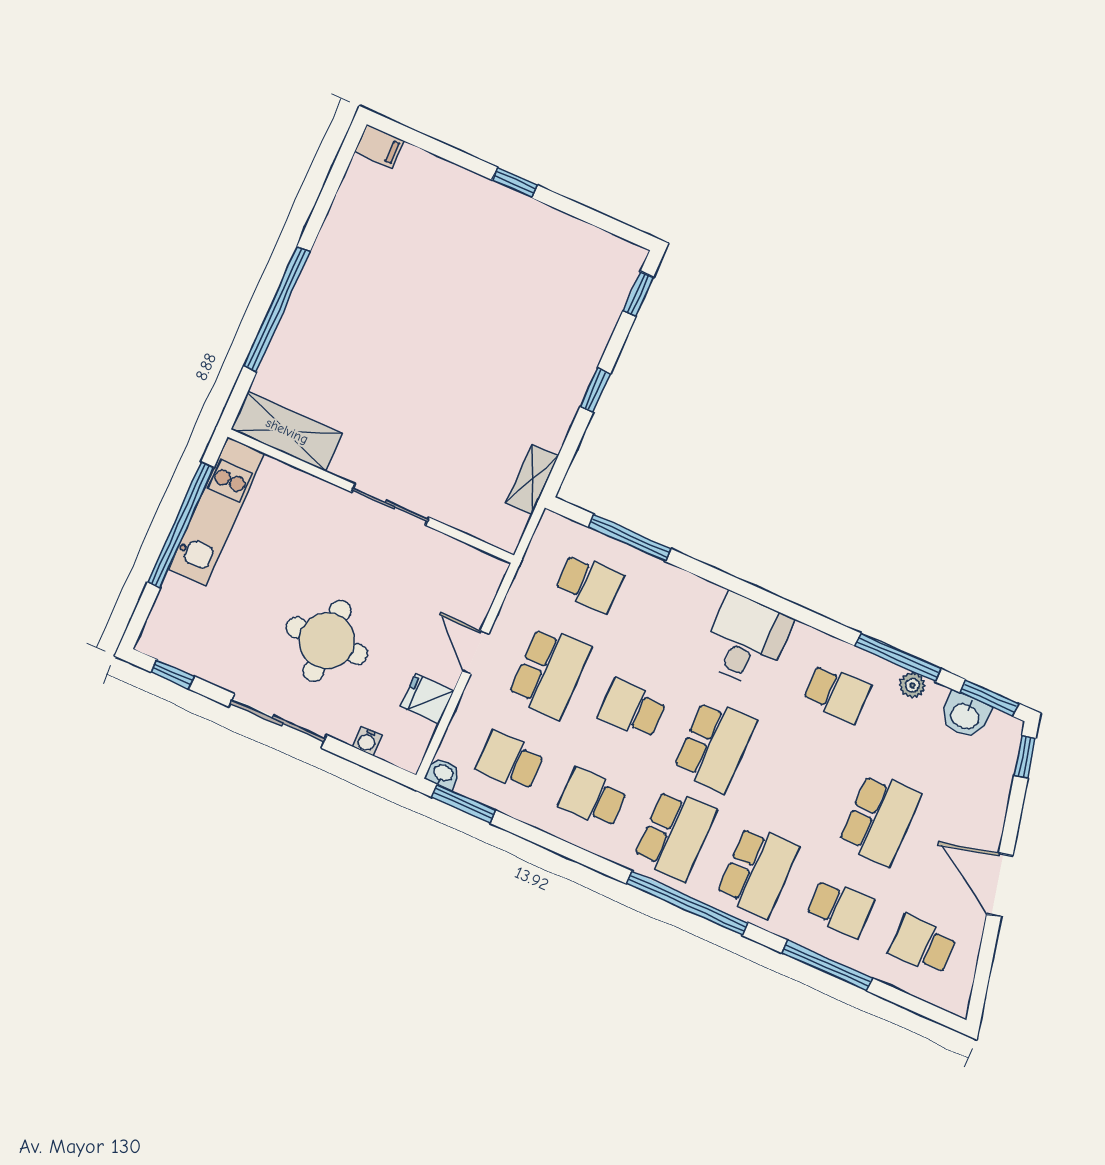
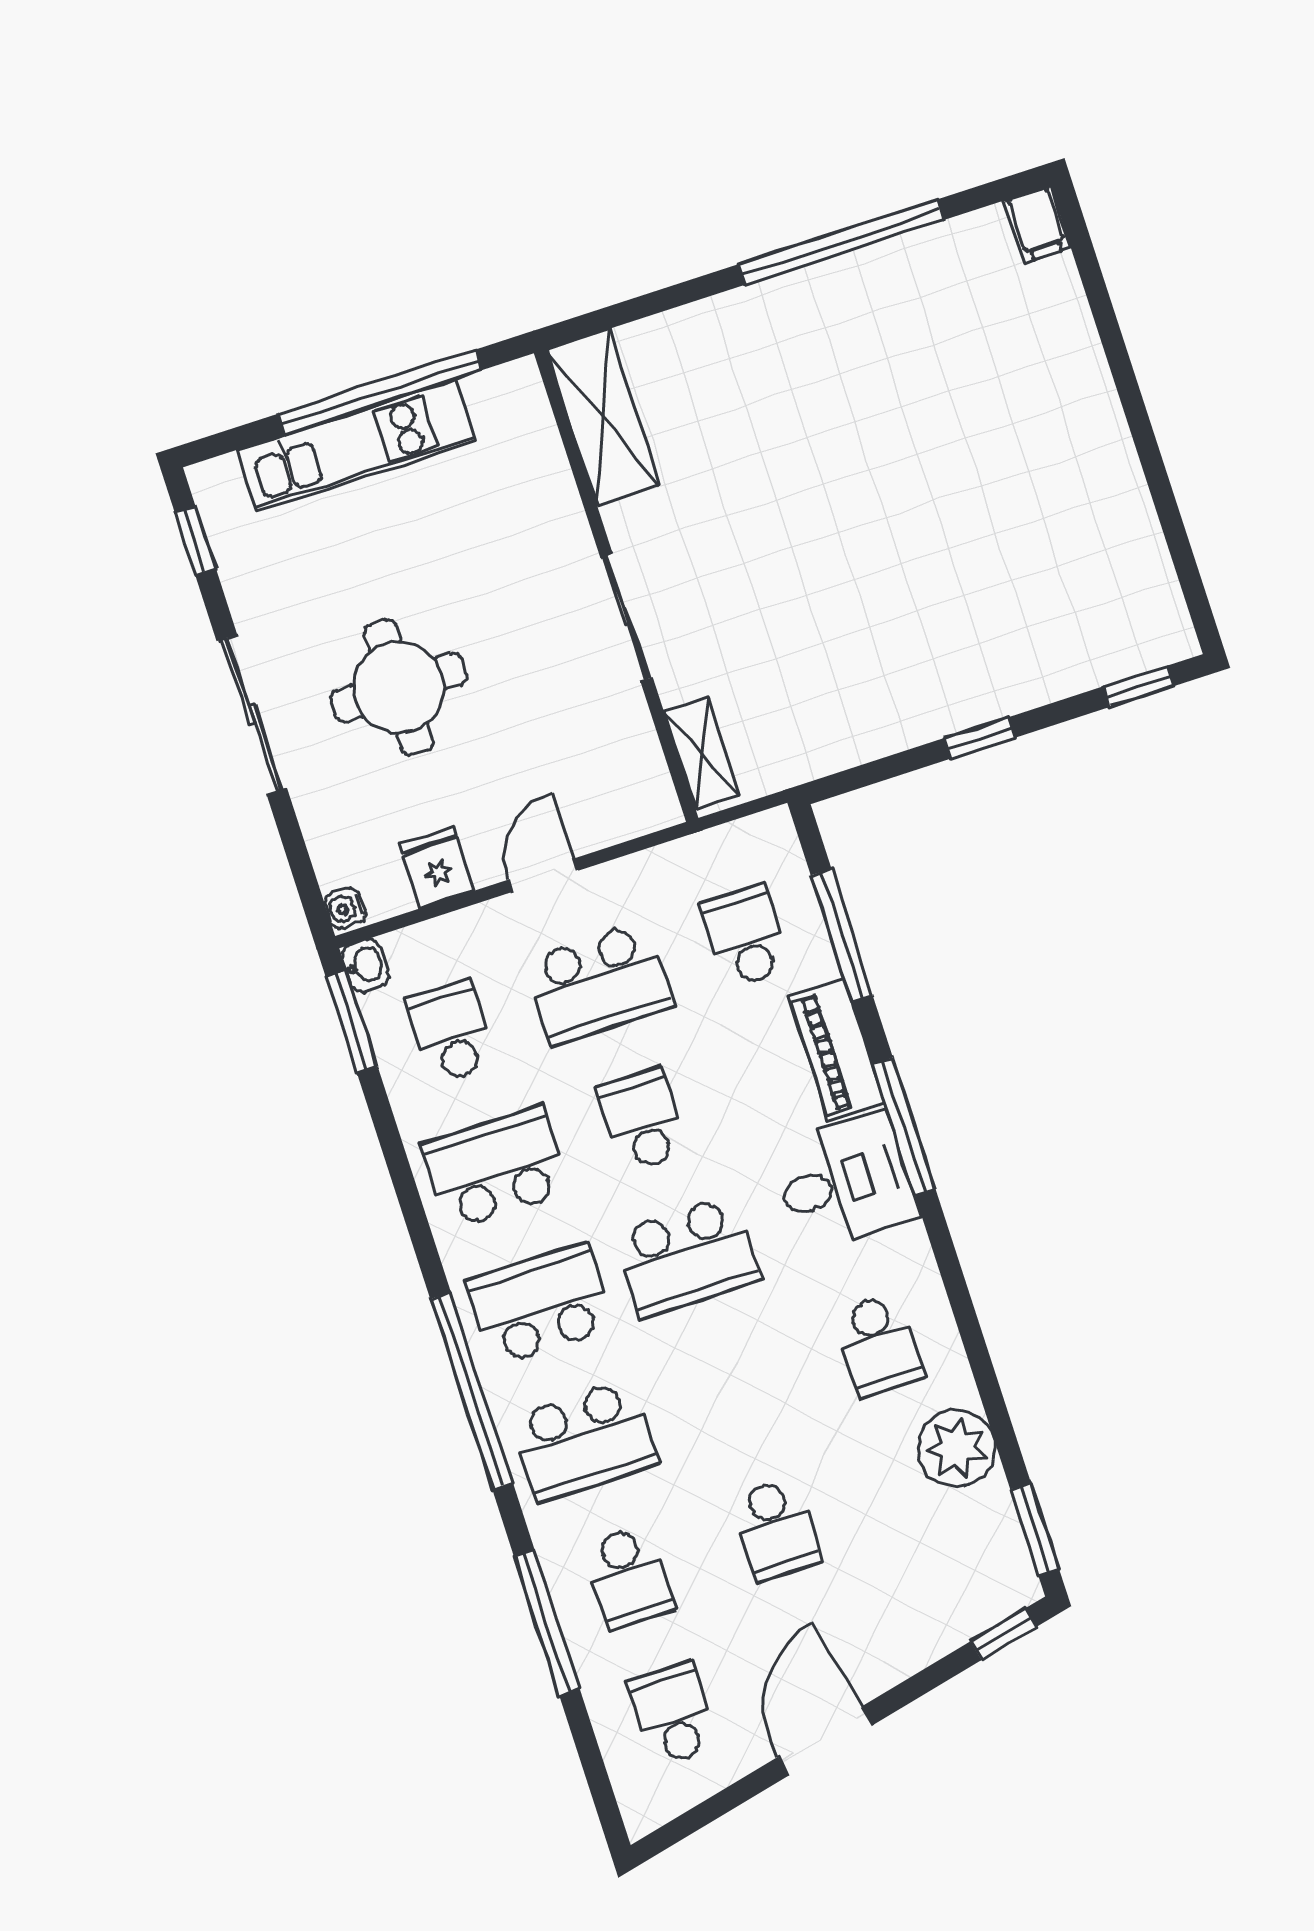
window: (515, 182) -> (1139, 422), removed
window: (277, 309) -> (841, 242), moved
shelving: (532, 479) -> (702, 753), moved, turned 90
kitchen unit: (217, 511) -> (356, 445), moved
school desk: (589, 583) -> (746, 936), turned 180
piano: (681, 588) -> (837, 1049), added
window: (898, 657) -> (904, 1127), moved
plant: (912, 685) -> (957, 1448), width x1.88, depth x1.88
washbasin: (965, 715) -> (989, 1520), removed
water cooler: (367, 741) -> (345, 908), moved
school desk: (593, 798) -> (495, 1168), width x1.85
school desk: (880, 819) -> (776, 1529), width x0.54
school desk: (675, 835) -> (540, 1304), turned 180

